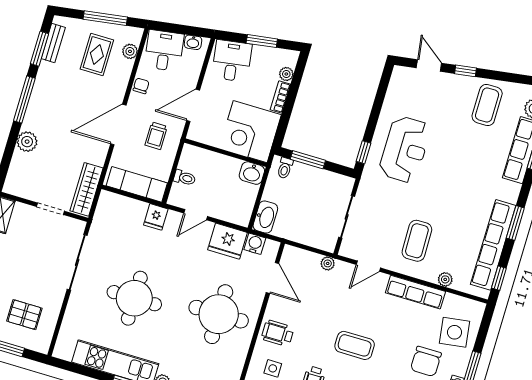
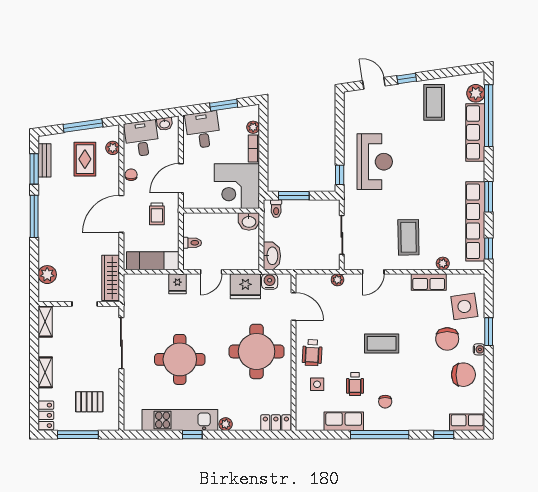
plant: (27, 142) -> (47, 275), moved
row of seats: (415, 292) -> (429, 282), width x0.68
wheelchair: (278, 333) -> (312, 353), turned -87

